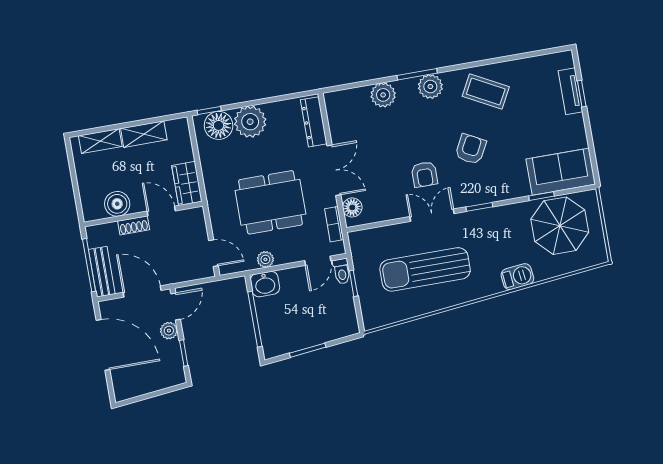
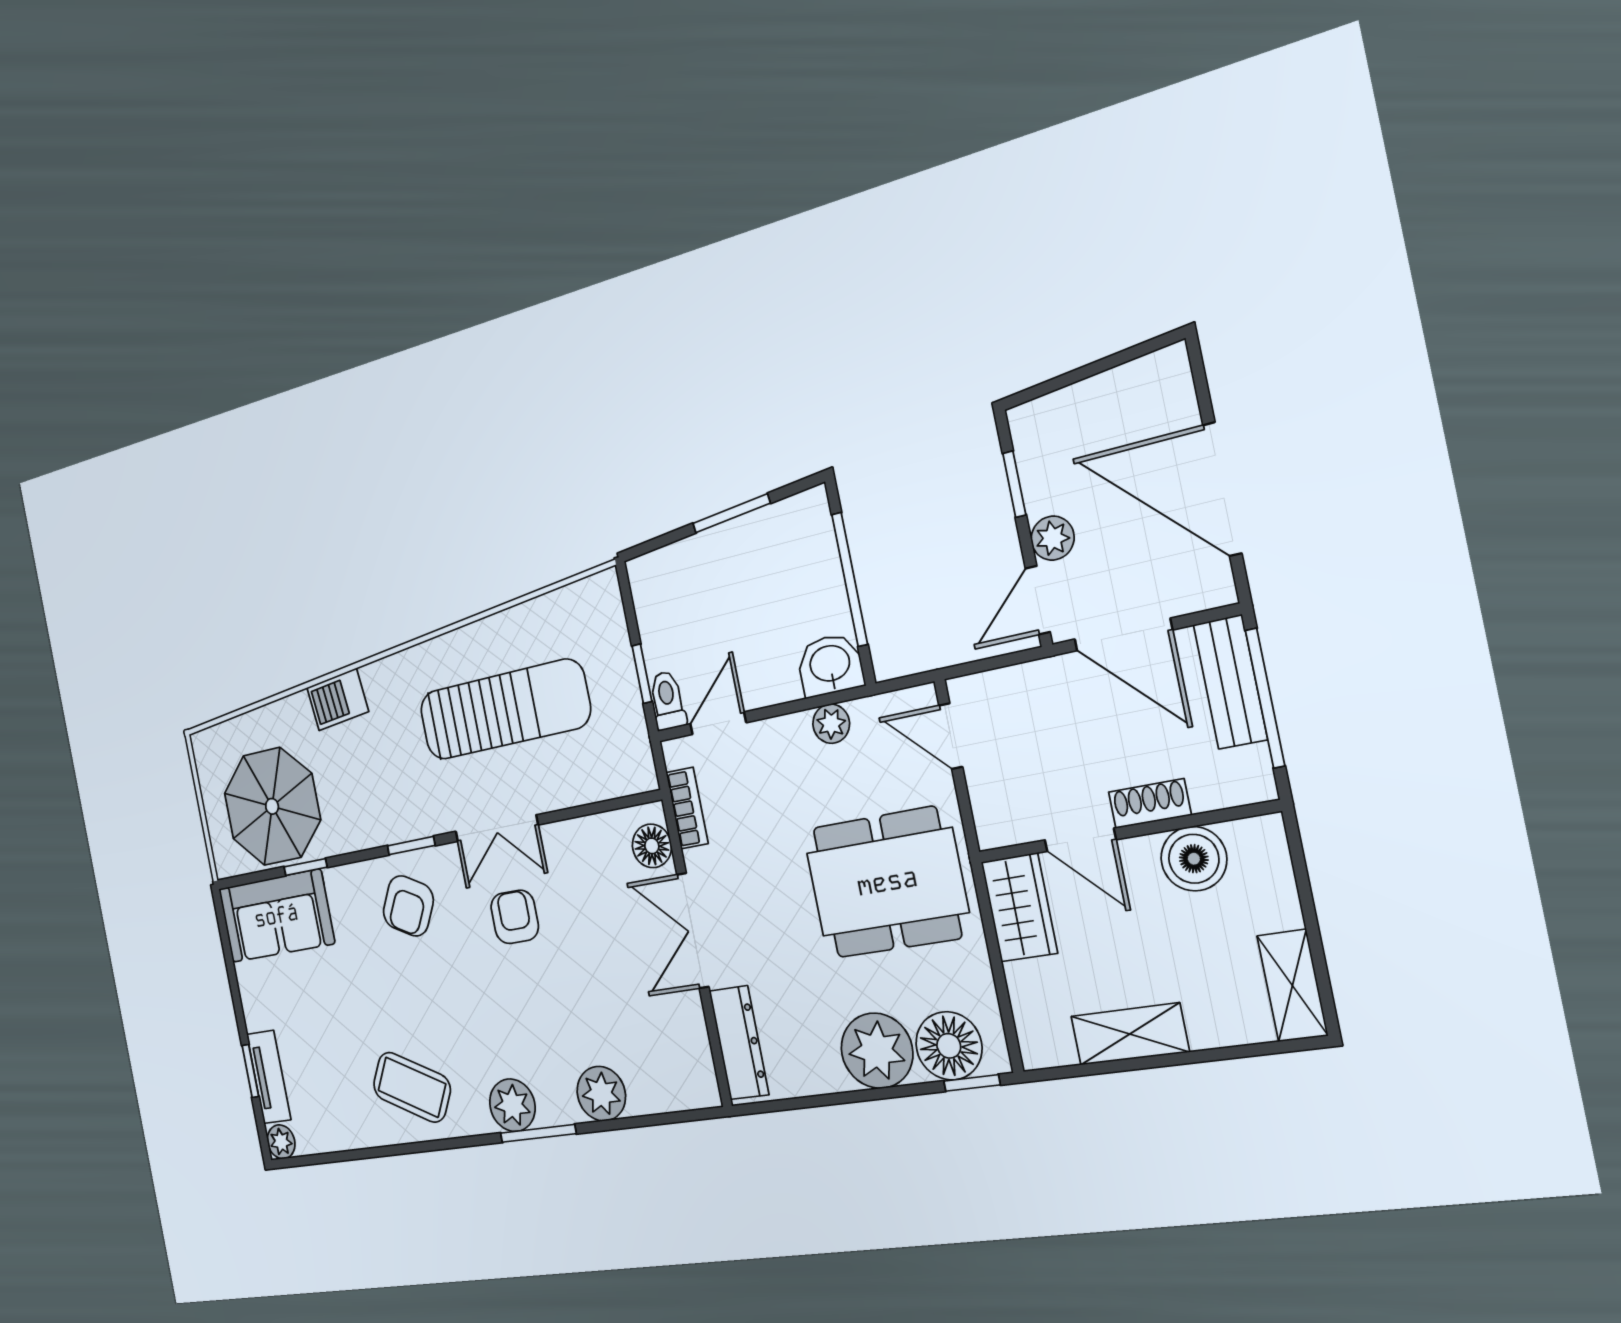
plant: (565, 59) -> (281, 1142), added
shelving: (100, 141) -> (1292, 986), moved, turned 90
armchair: (471, 149) -> (408, 906), moved
dining table: (270, 202) -> (887, 882), moved

